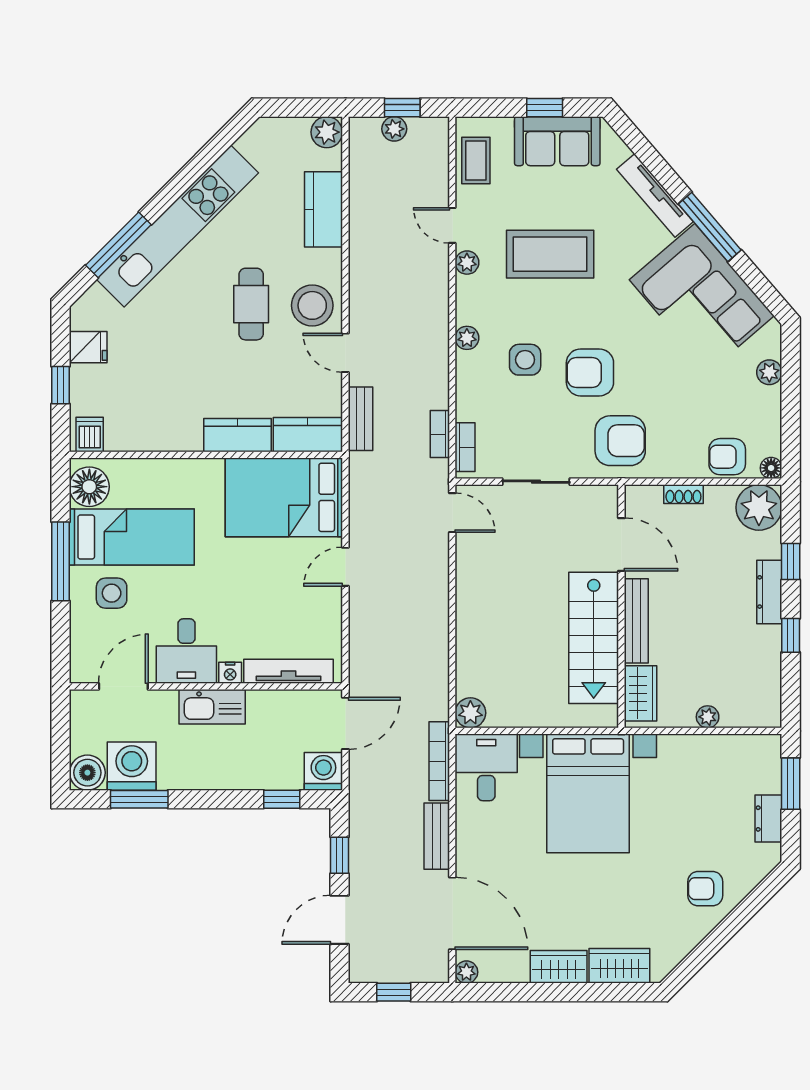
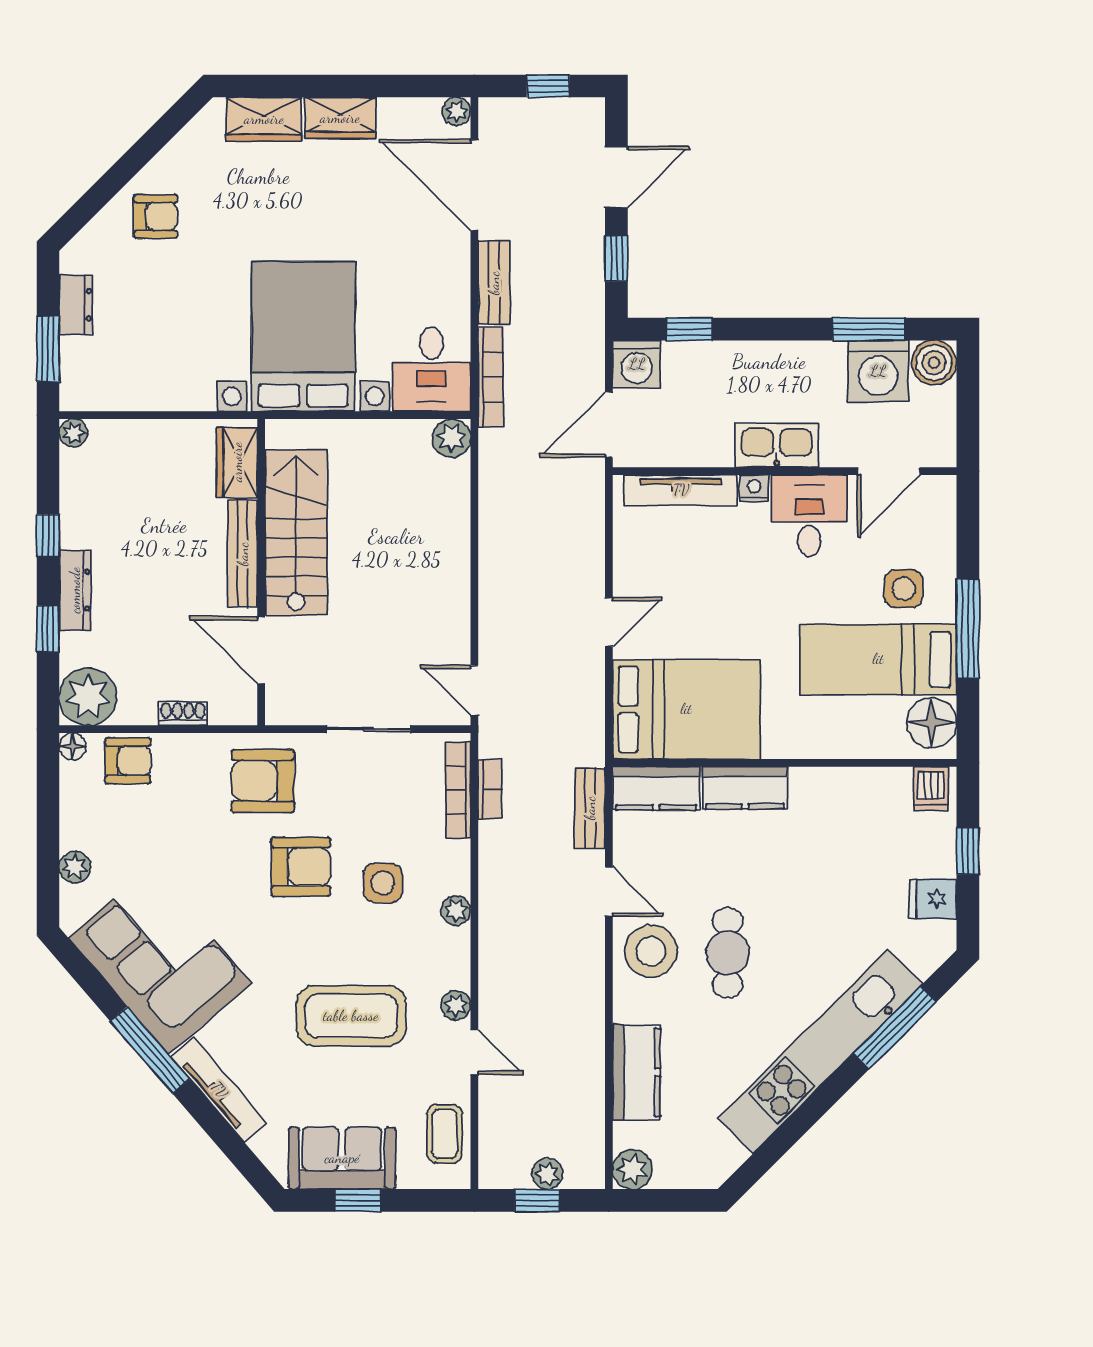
bookcase: (465, 447) -> (458, 790), width x1.56
plant: (708, 717) -> (73, 433), moved

